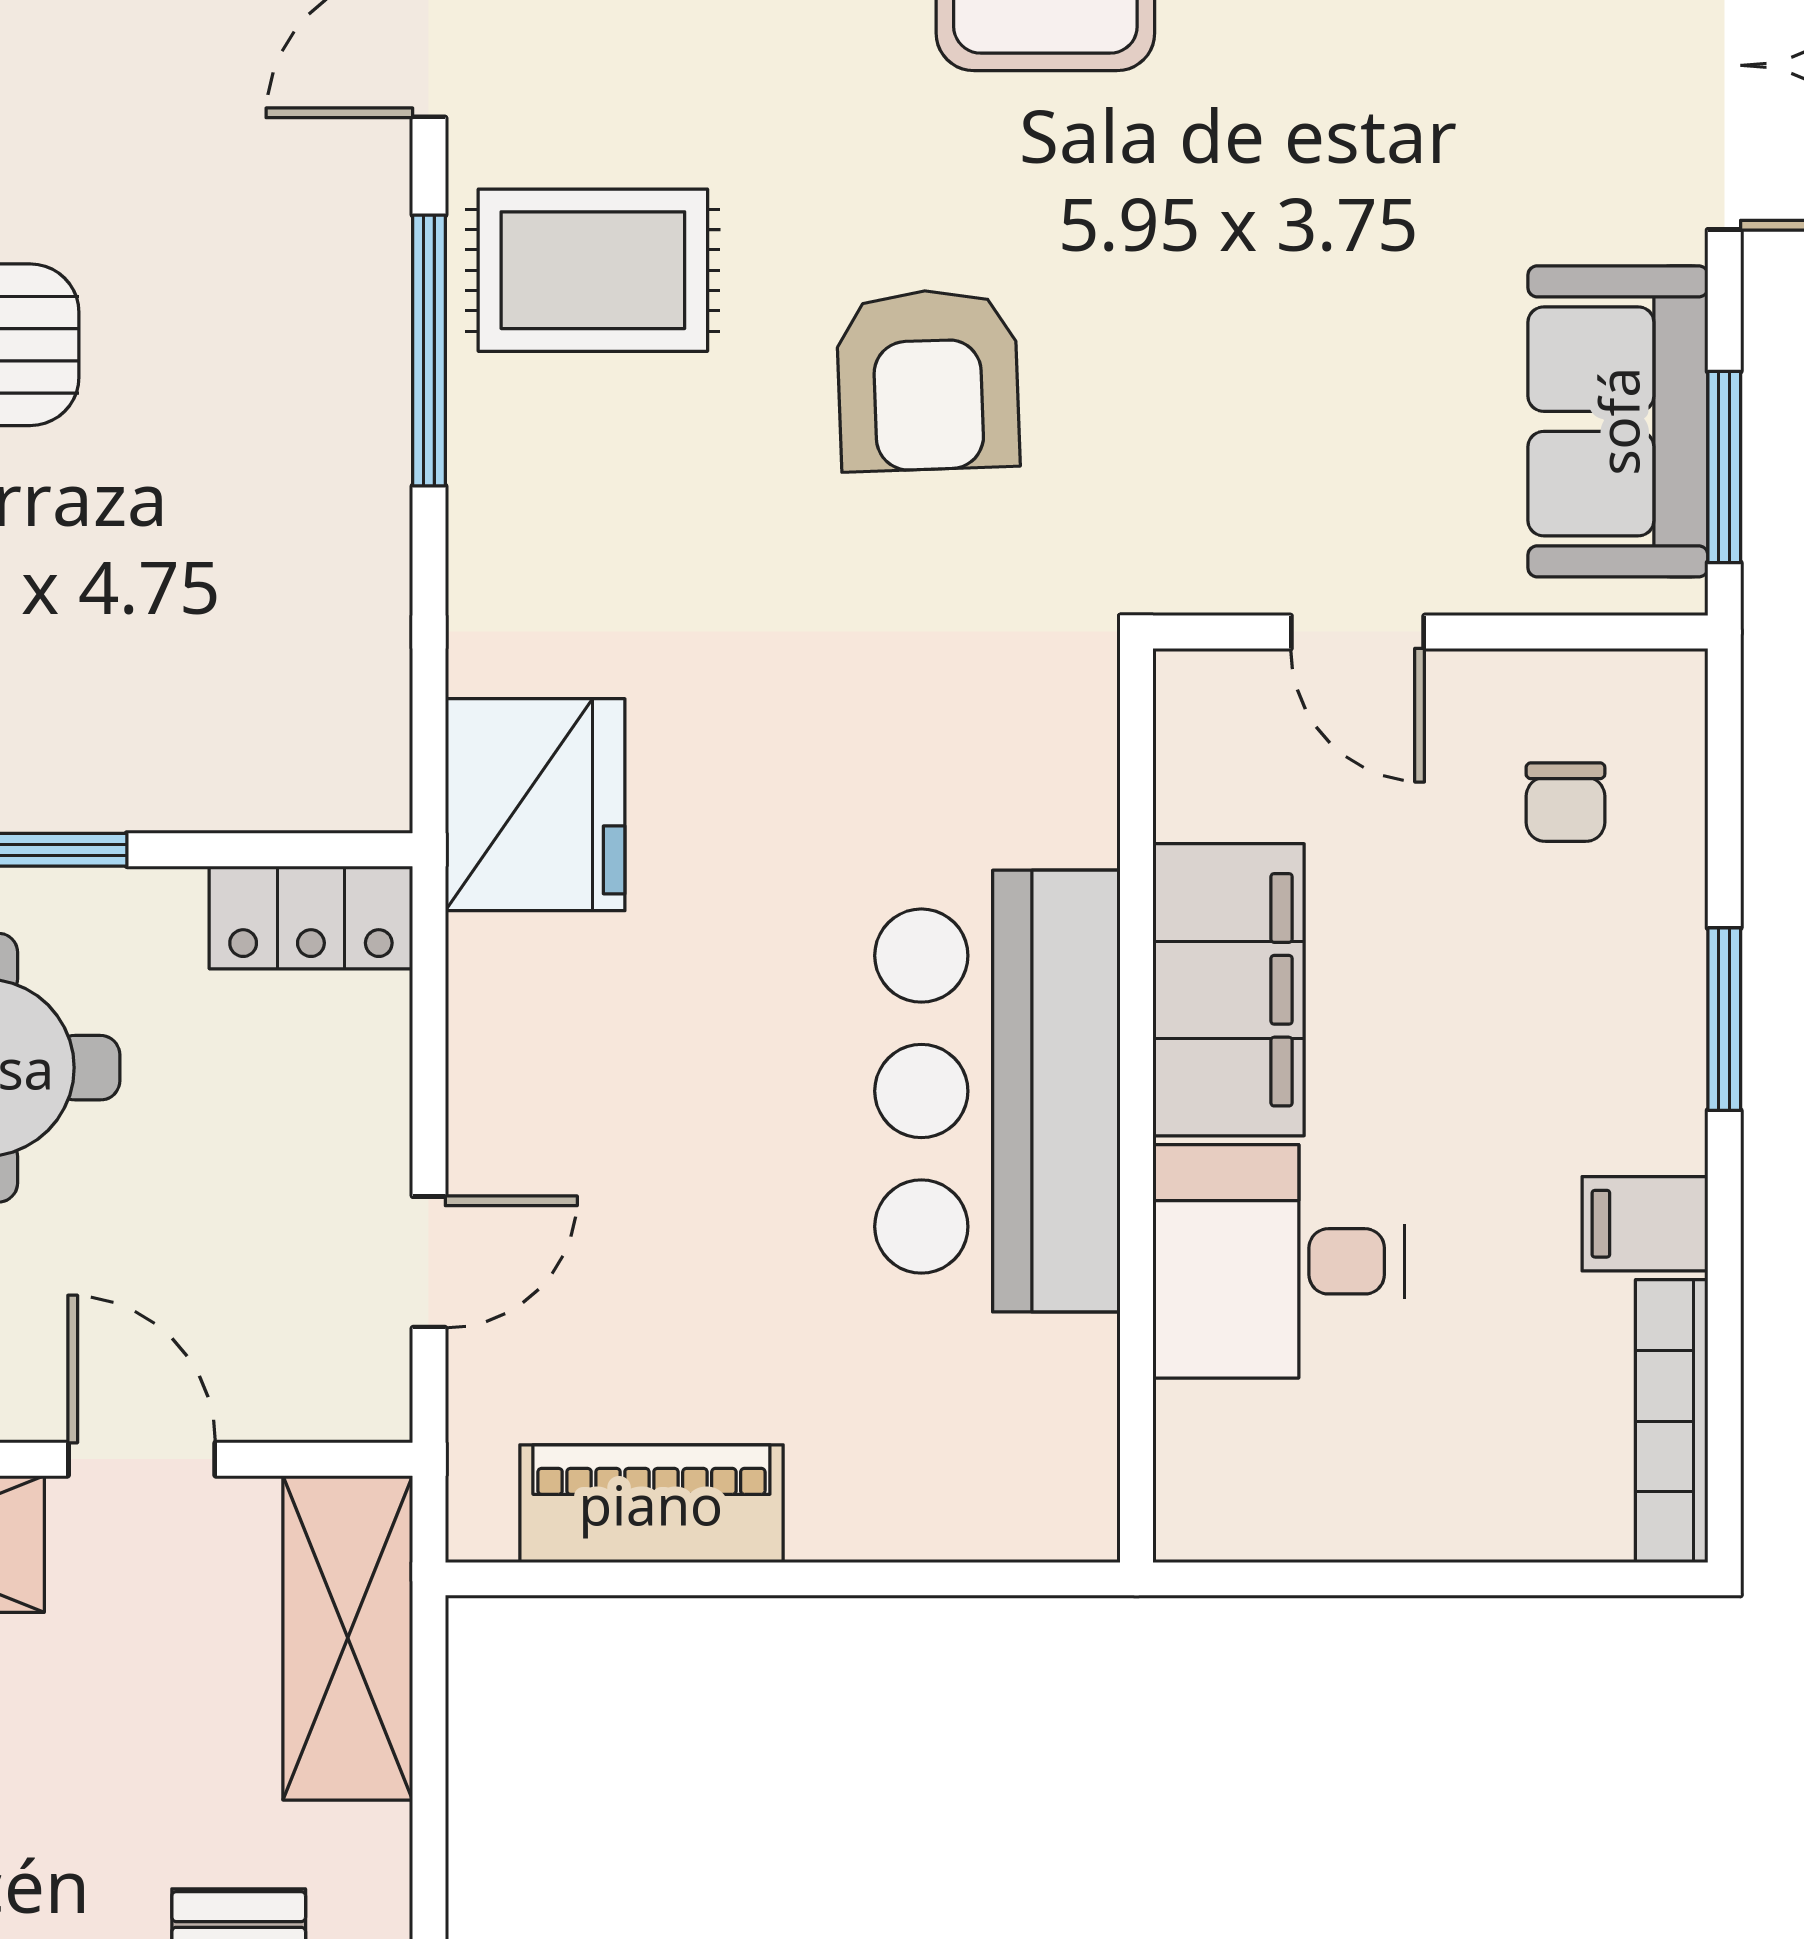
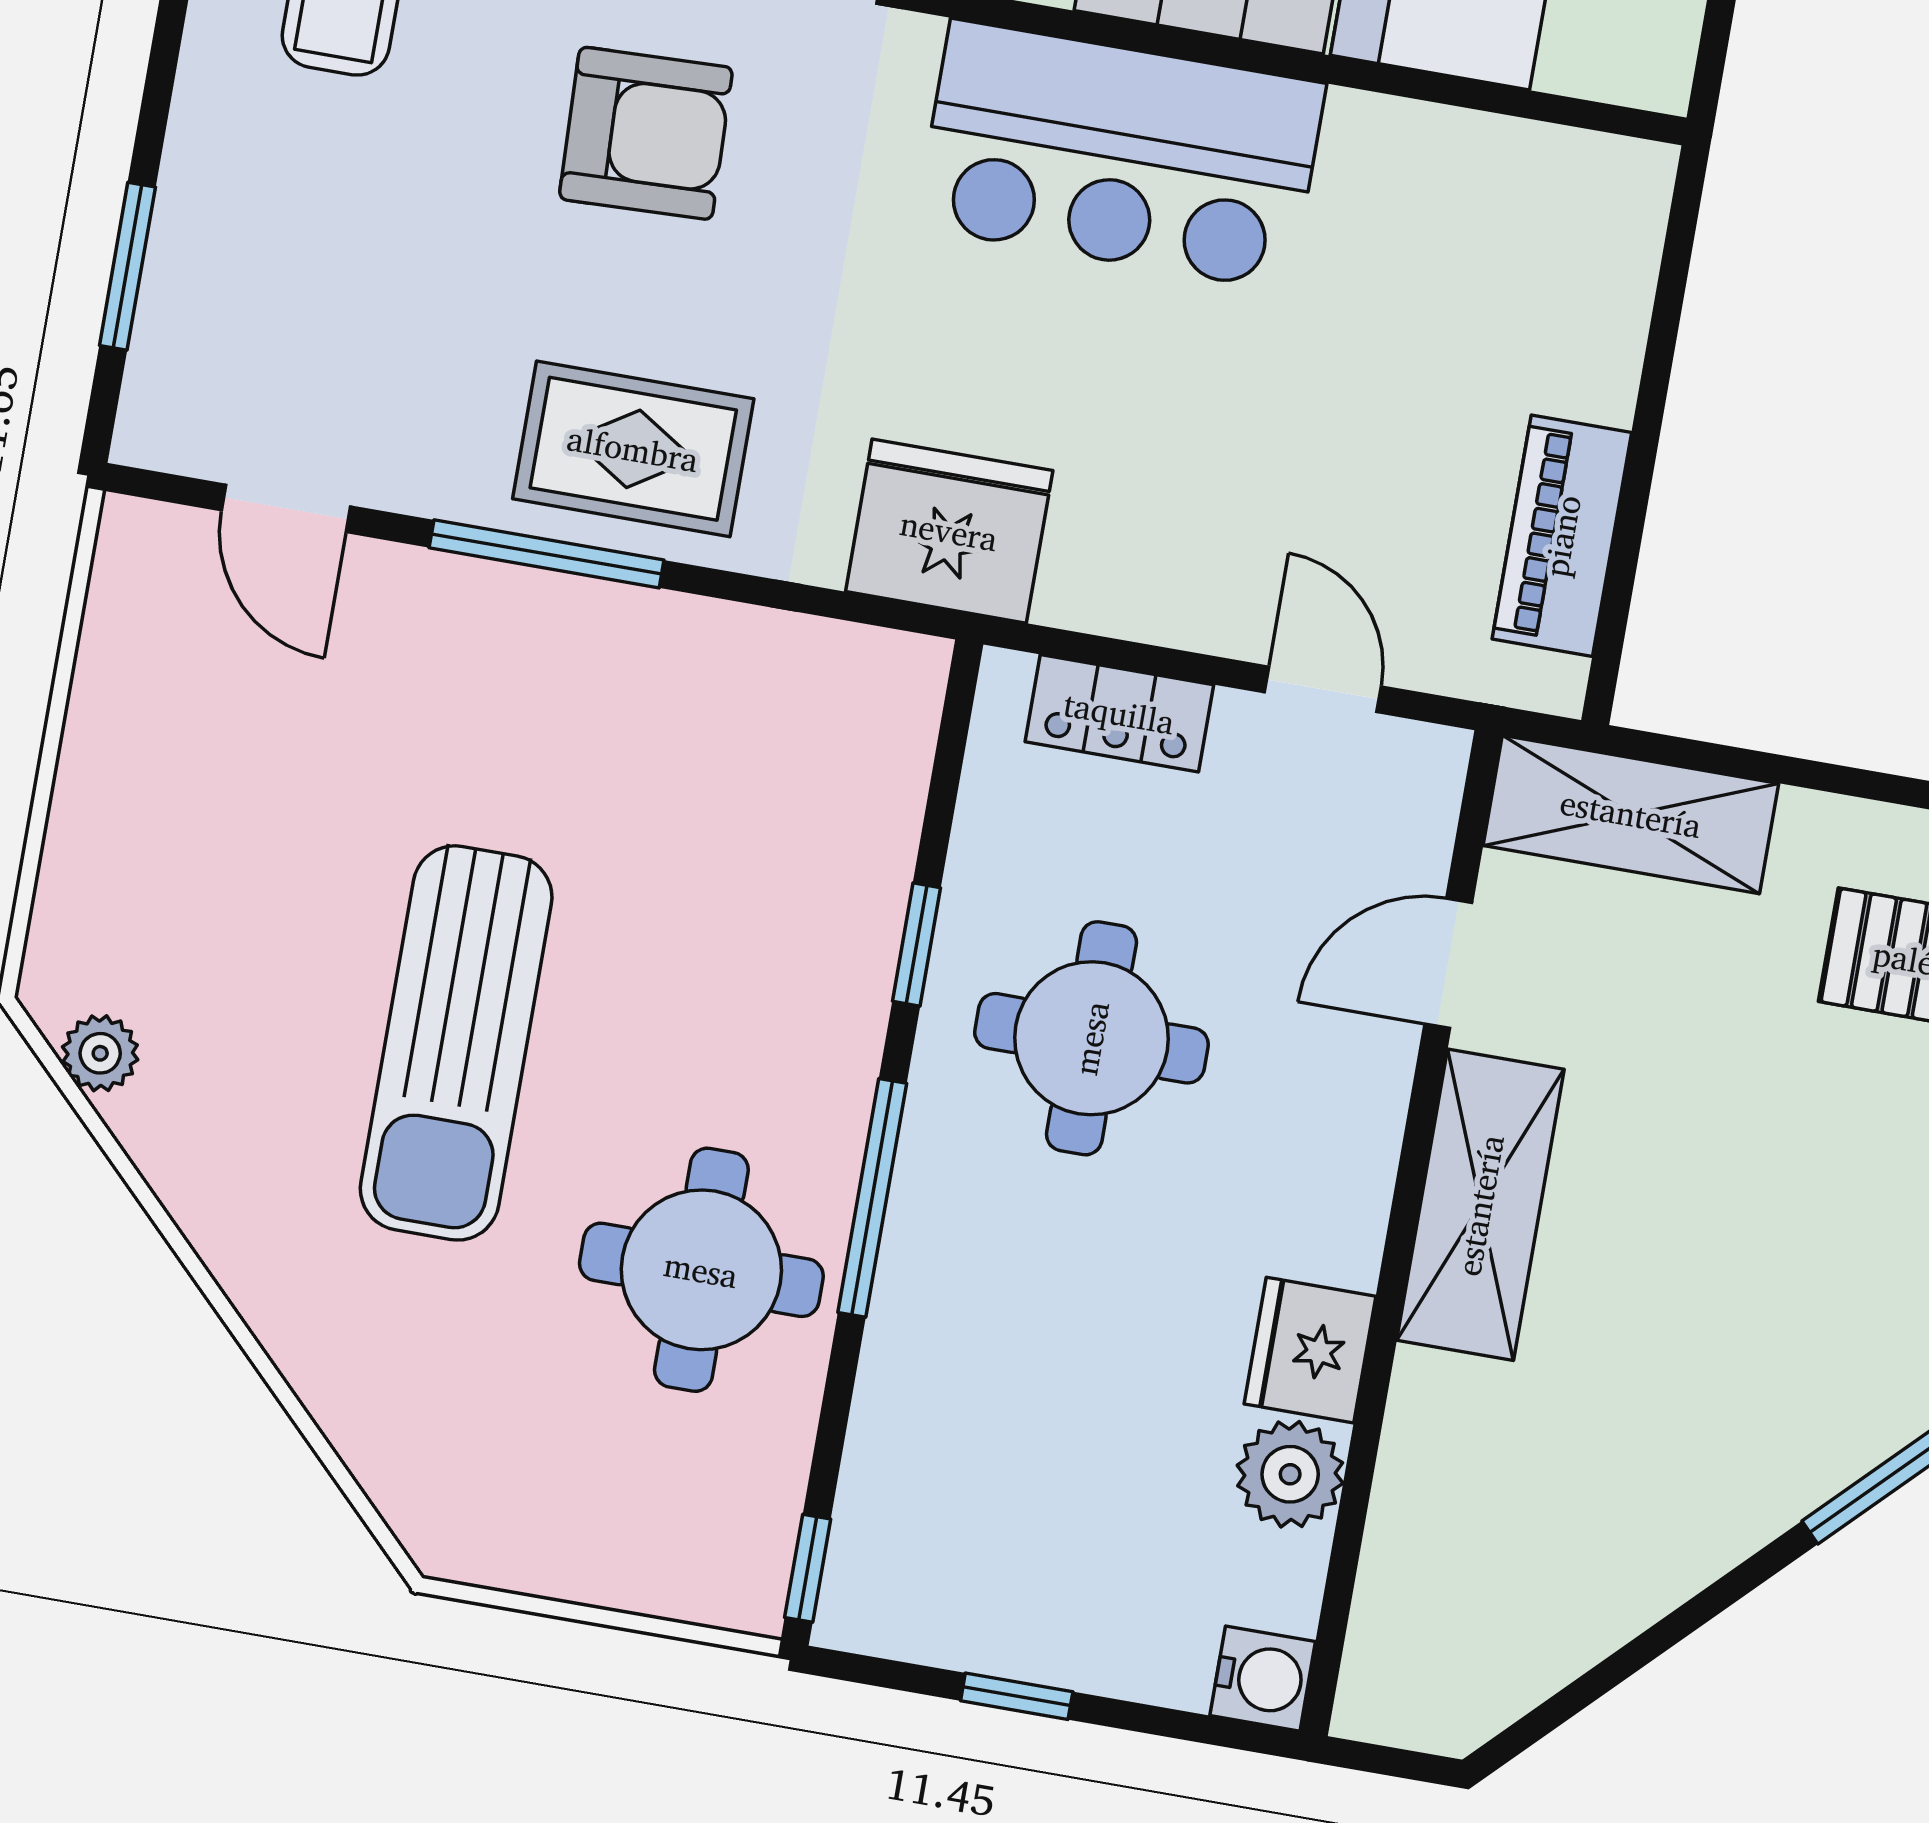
rug: (593, 270) -> (633, 449), moved, turned 90
locker: (311, 917) -> (1119, 713), moved, turned 90
bar counter: (997, 1091) -> (1121, 155), moved

